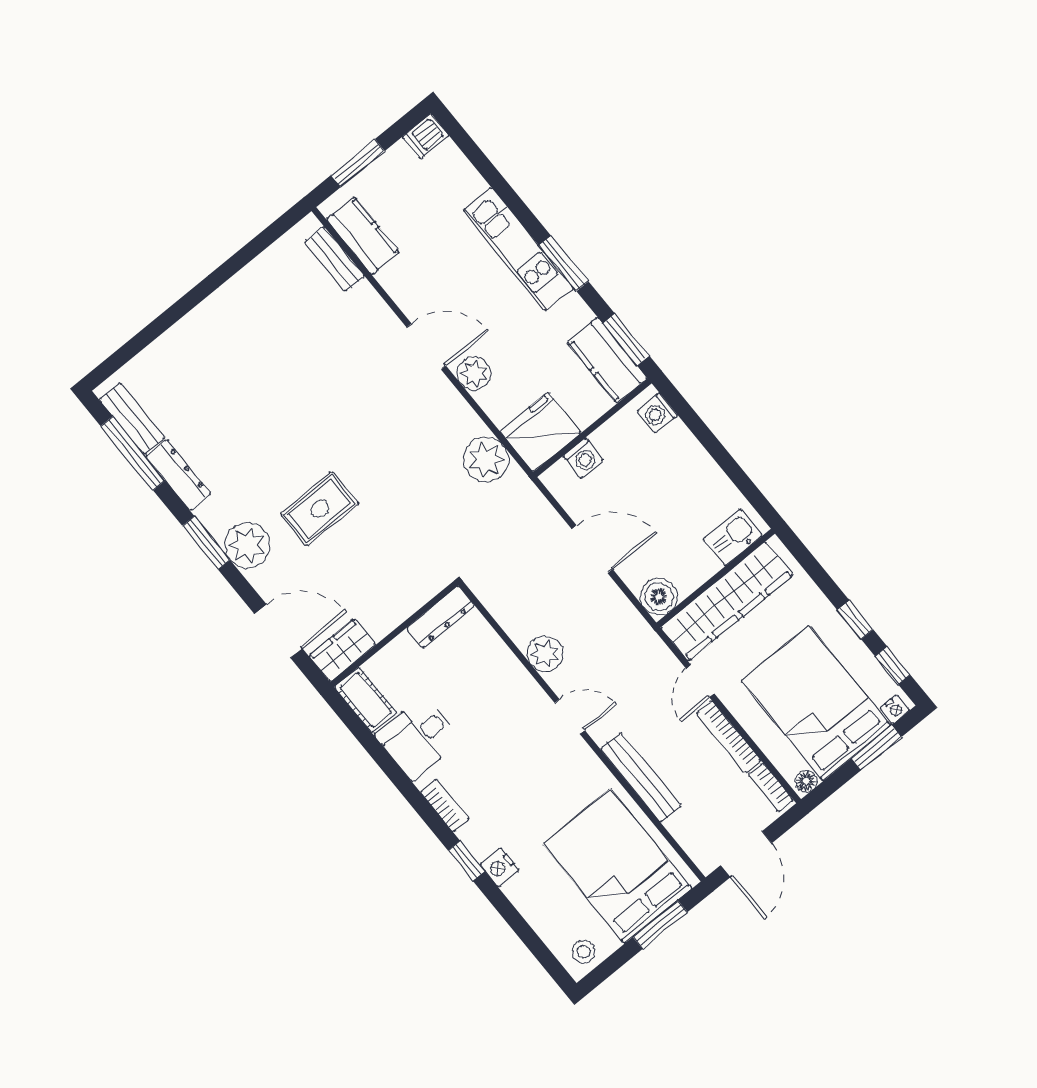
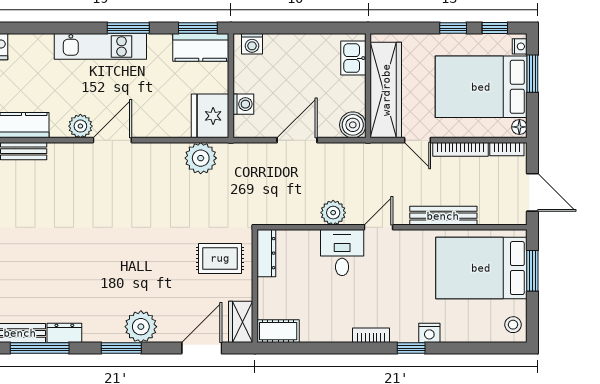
plant: (474, 374) -> (80, 126), moved
dresser: (178, 475) -> (64, 333), width x0.70
rug: (320, 509) -> (220, 258), moved, turned 90
desk: (418, 738) -> (342, 253), moved, turned 180

